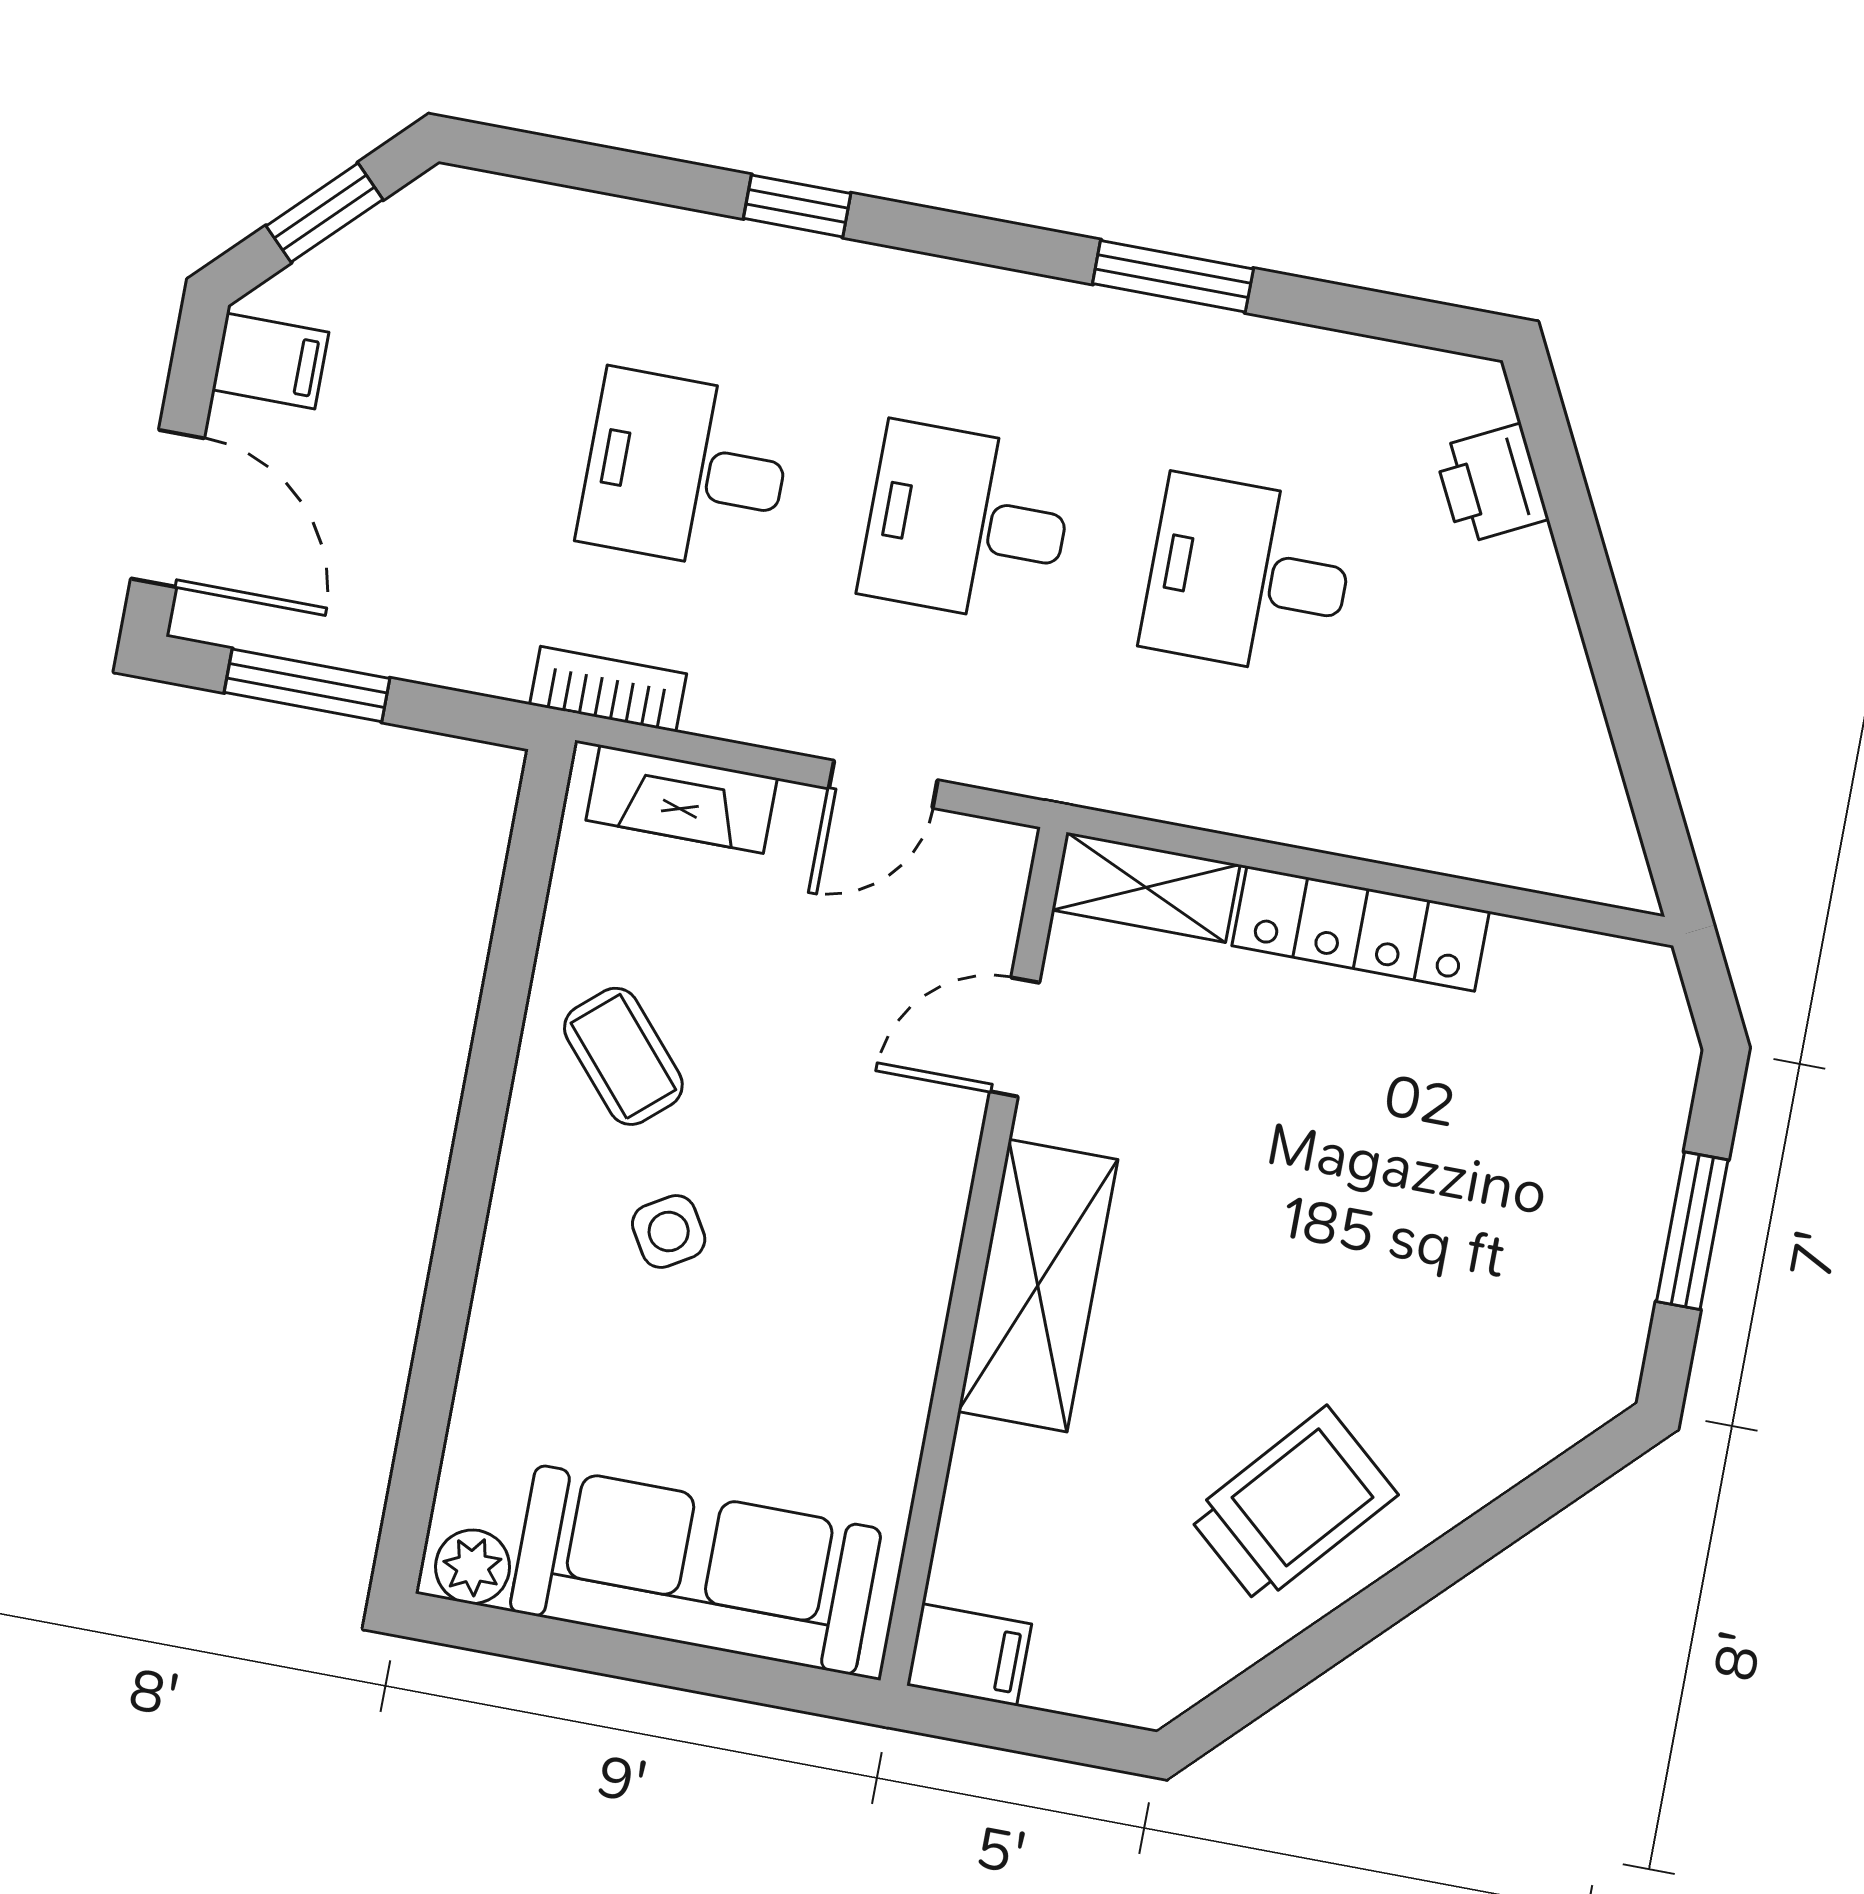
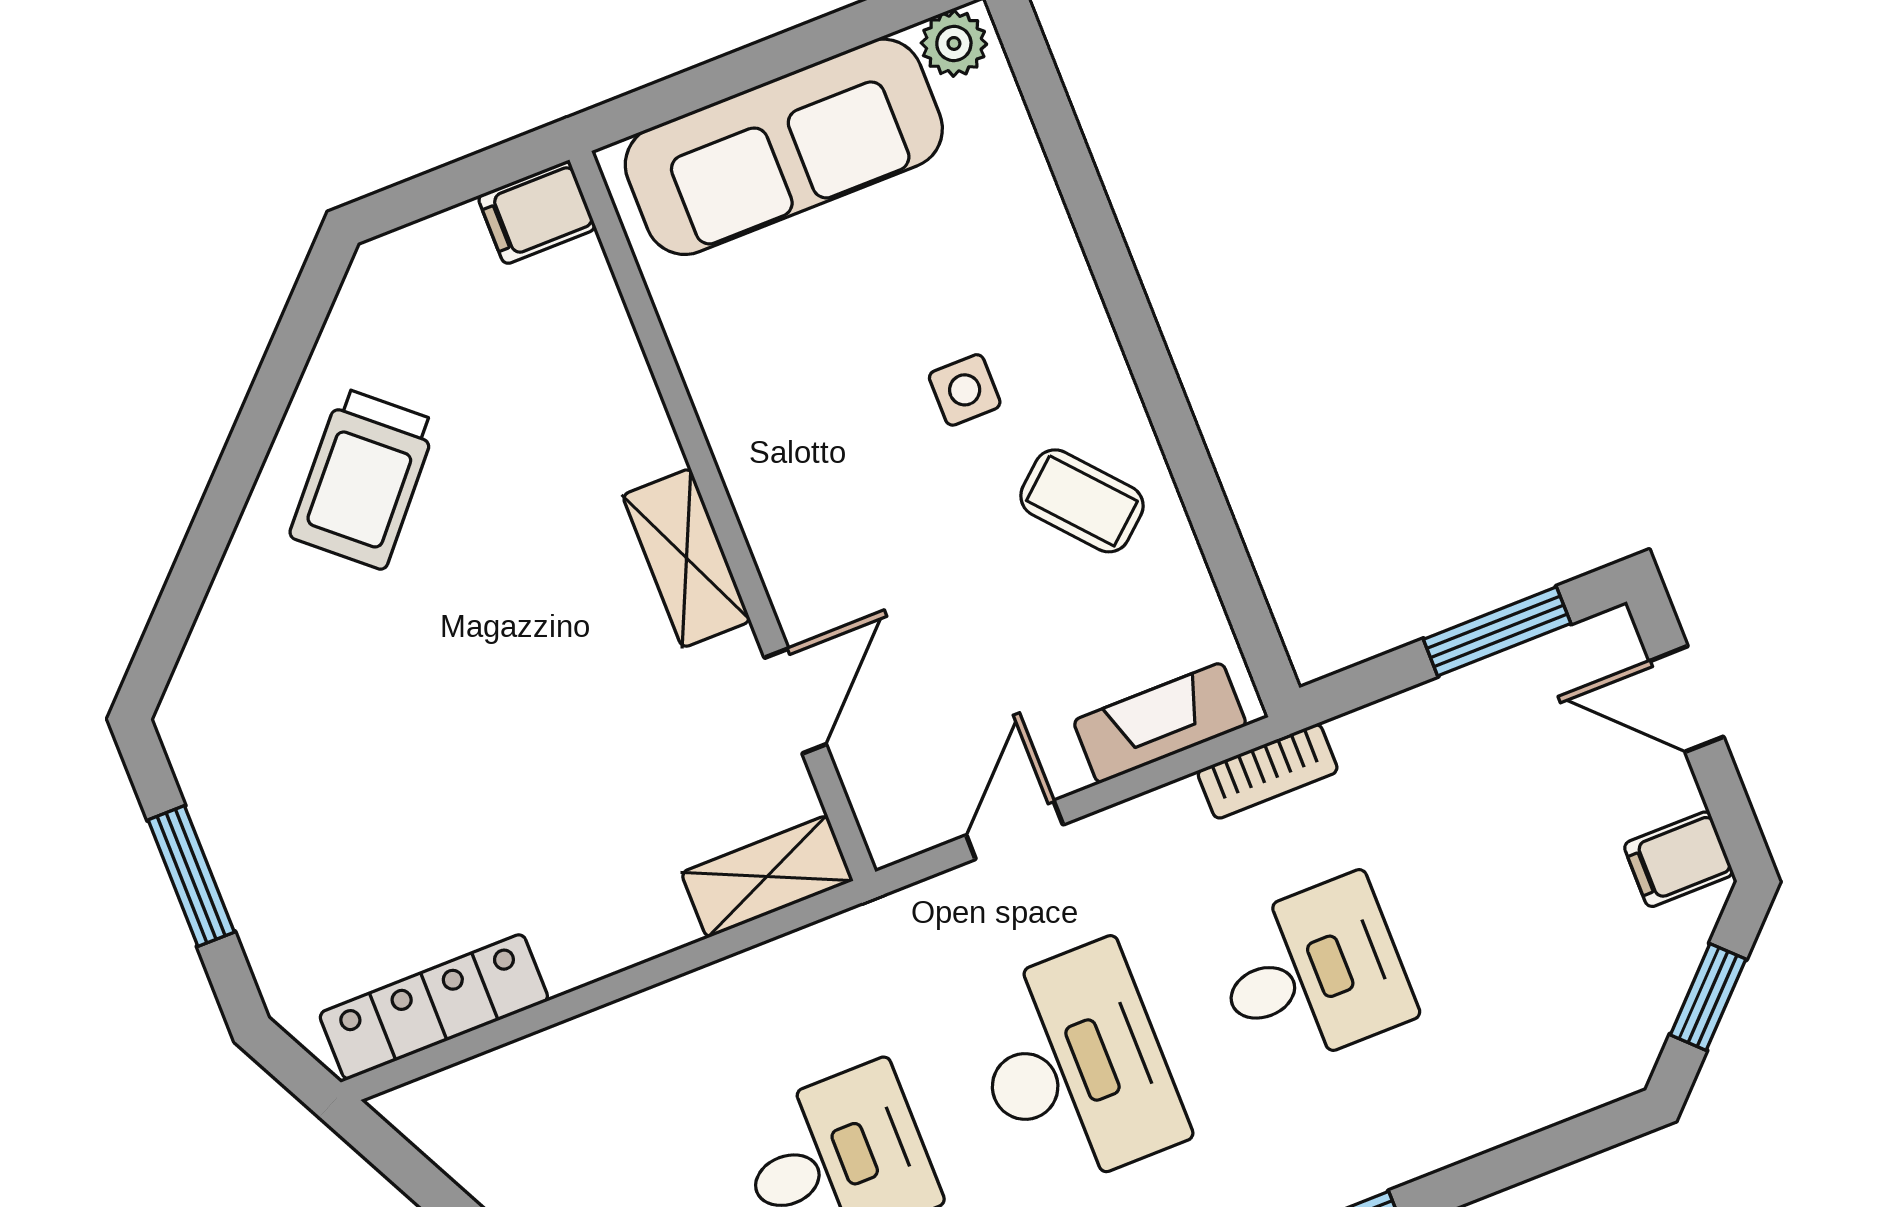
door: (168, 508) -> (1686, 699), width x0.73
desk: (967, 523) -> (1075, 1067), width x1.37
locker: (1361, 929) -> (434, 1007), moved
side table: (669, 1232) -> (965, 390), turned 31
shelving: (1038, 1286) -> (687, 558), width x0.67, depth x0.75

